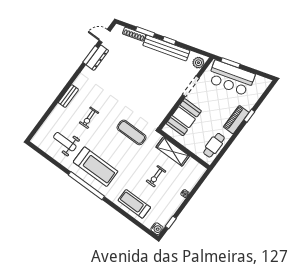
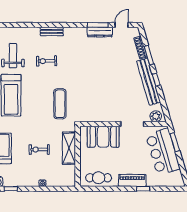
door: (105, 36) -> (122, 25), hinge flipped

